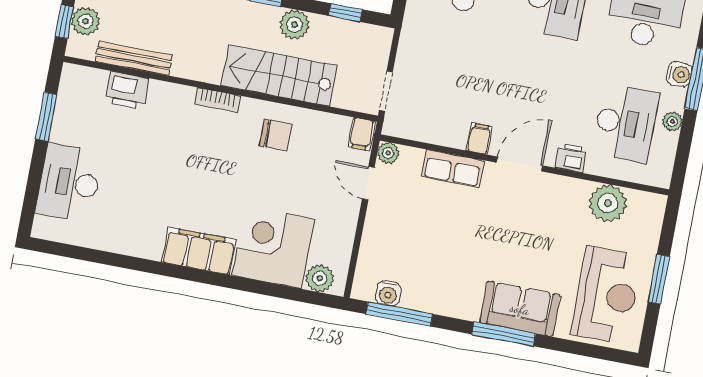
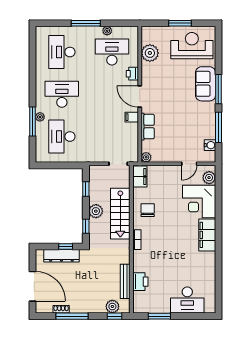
water cooler: (679, 74) -> (85, 32), removed
filing cabinet: (361, 134) -> (140, 176), width x2.00
door: (368, 183) -> (189, 164), moved
window: (399, 314) -> (218, 127), moved

